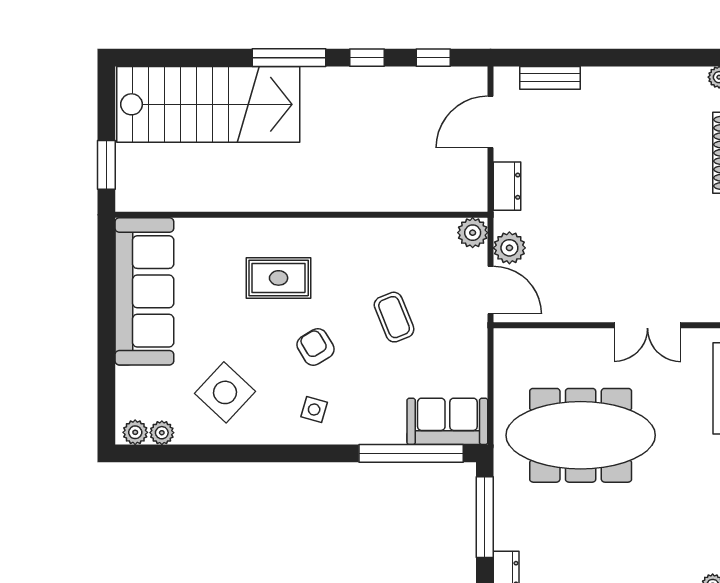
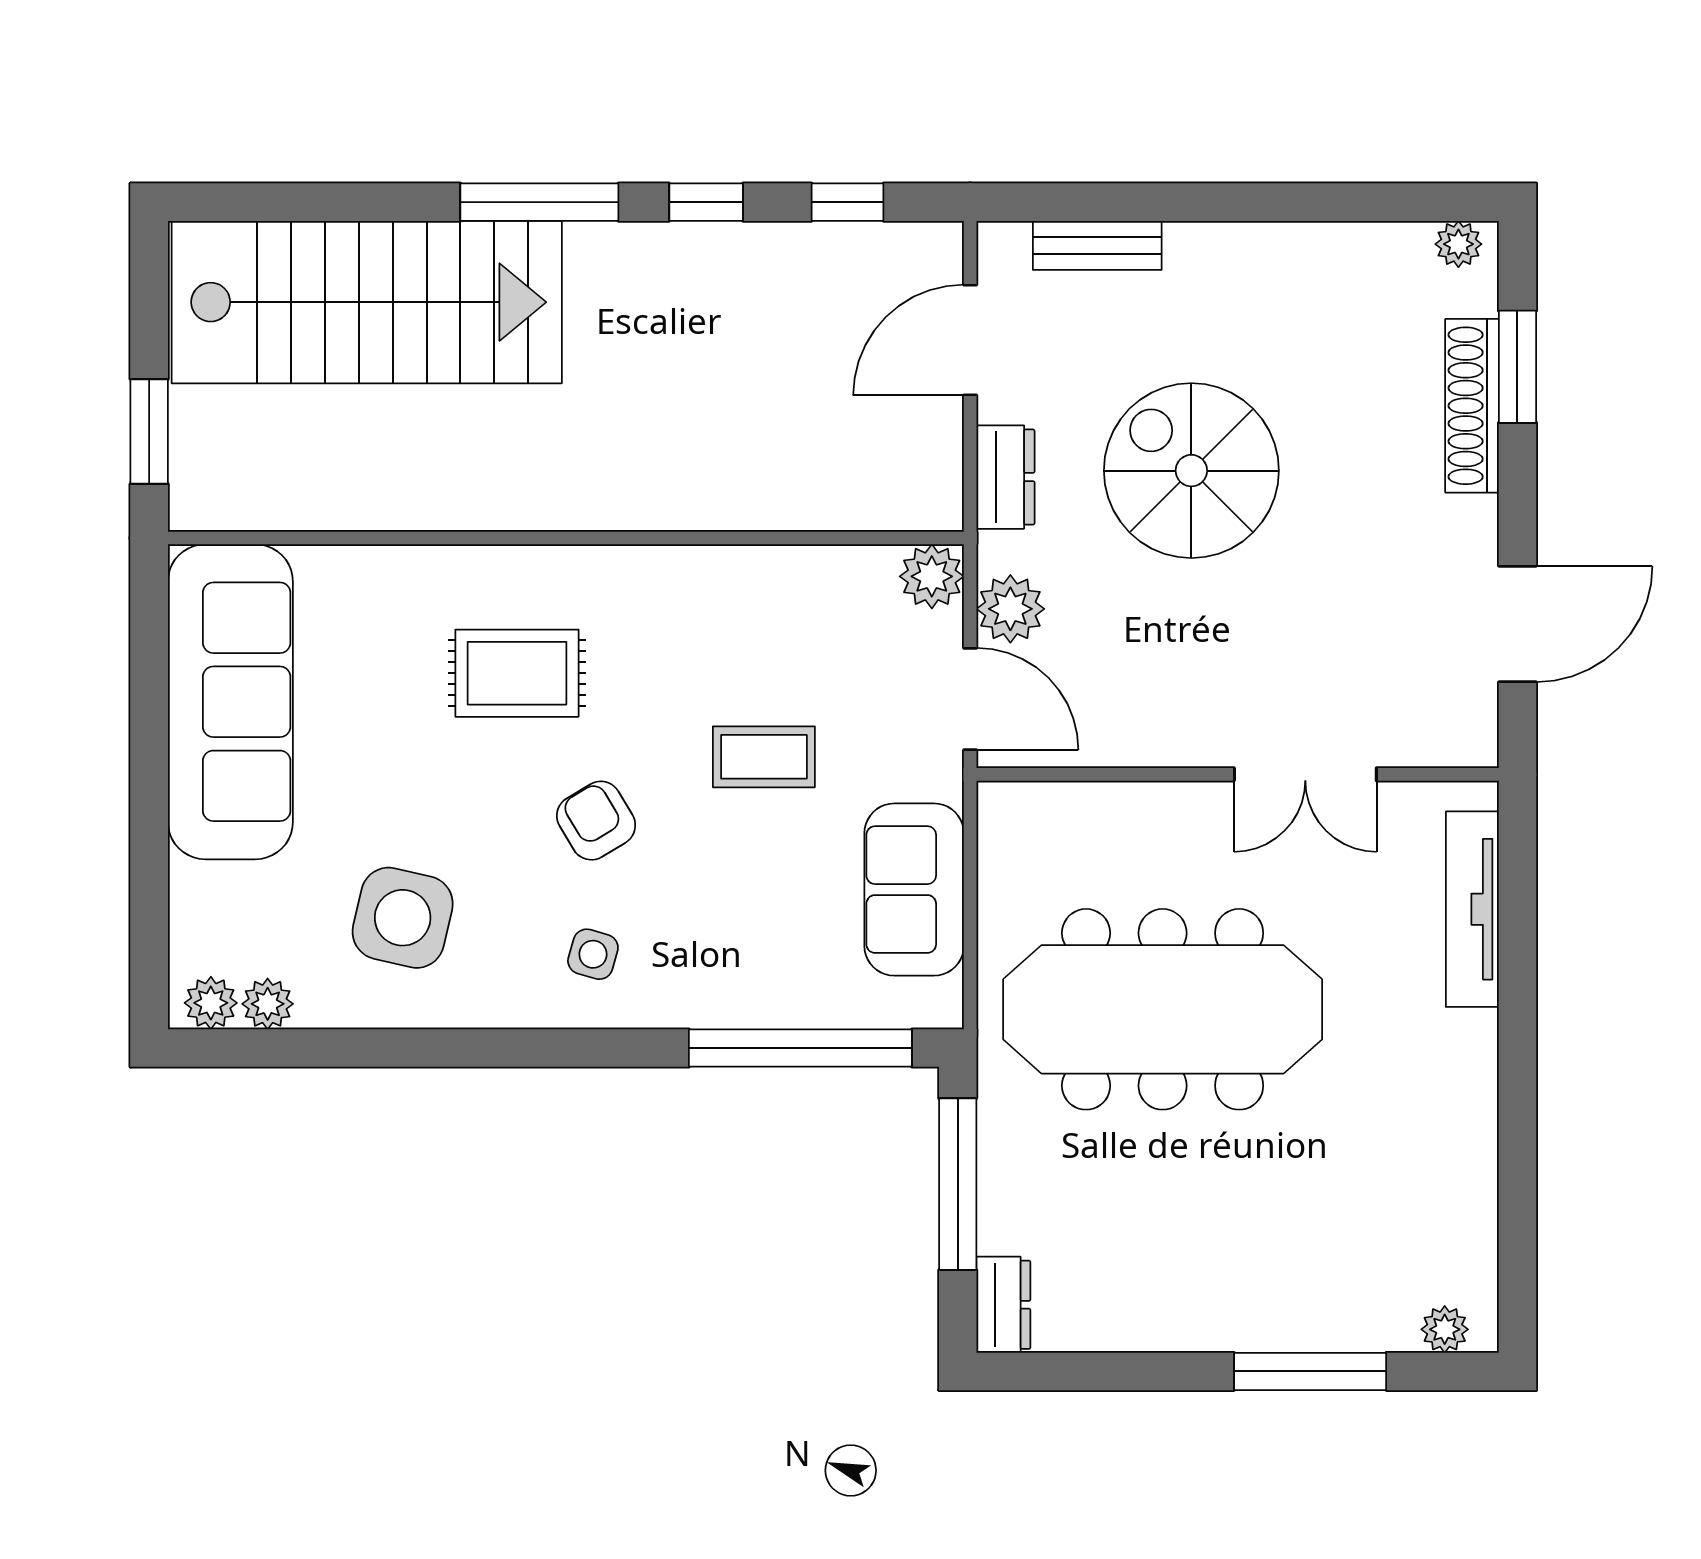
spiral stairs: (594, 183) -> (1191, 471), added
coffee table: (394, 317) -> (764, 757), turned -68
side table: (225, 392) -> (403, 918), turned -30
sofa: (447, 421) -> (914, 890), moved, turned -90

